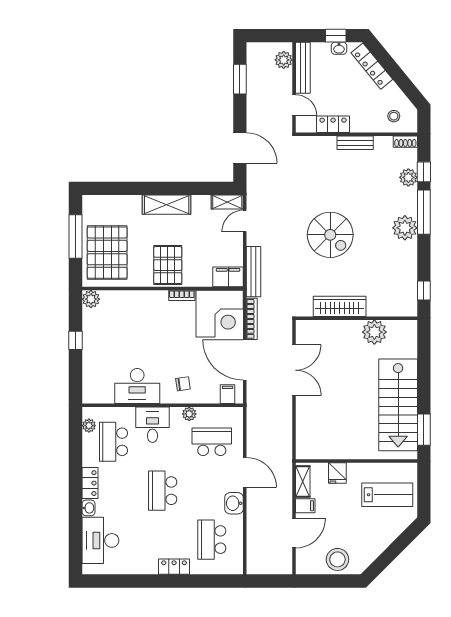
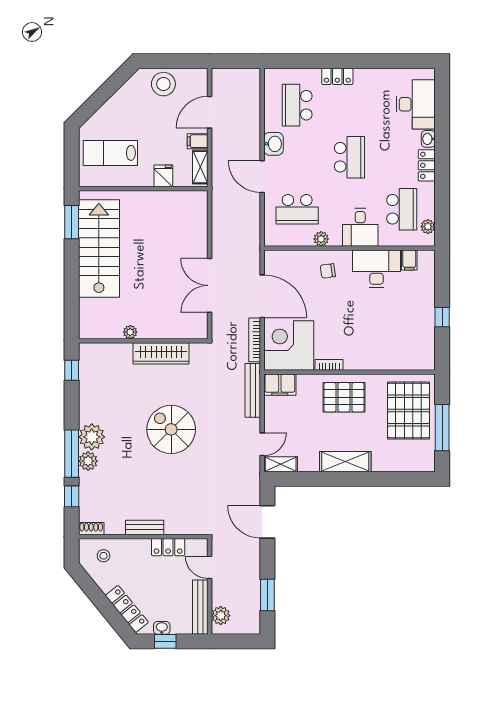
plant: (408, 177) -> (88, 461), moved
pallet: (168, 265) -> (344, 397), turned 90
plant: (91, 299) -> (426, 361), removed
plant: (374, 332) -> (130, 332), width x0.53, depth x0.53
filing cabinet: (228, 394) -> (409, 260), moved
school desk: (212, 540) -> (297, 105), turned 180

